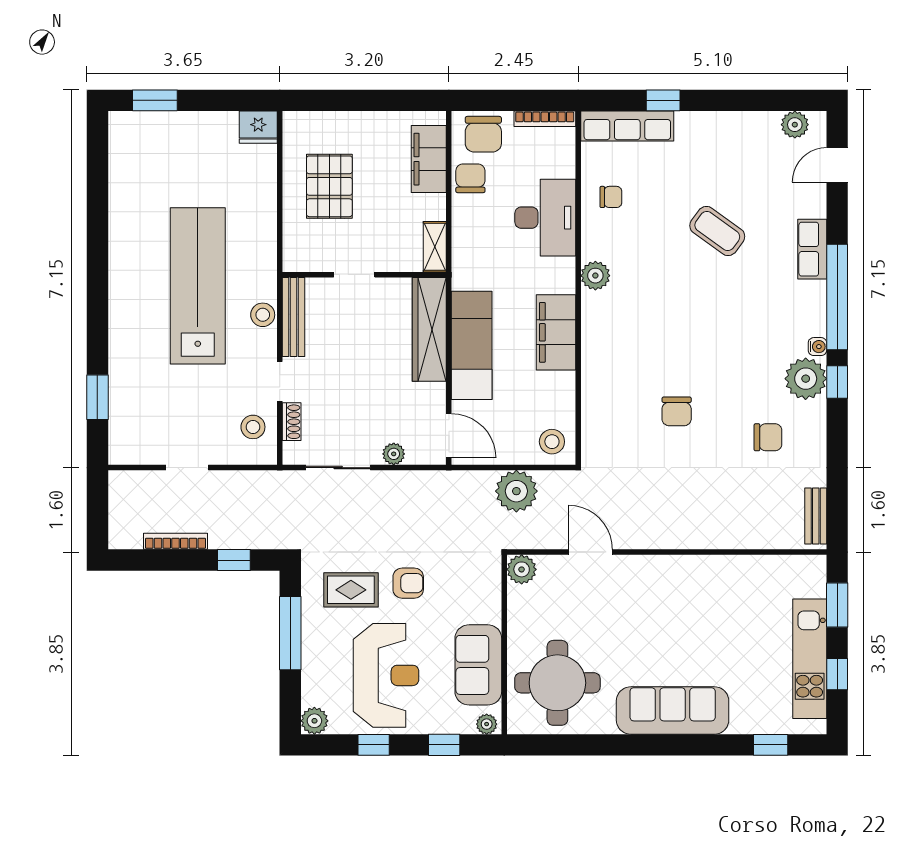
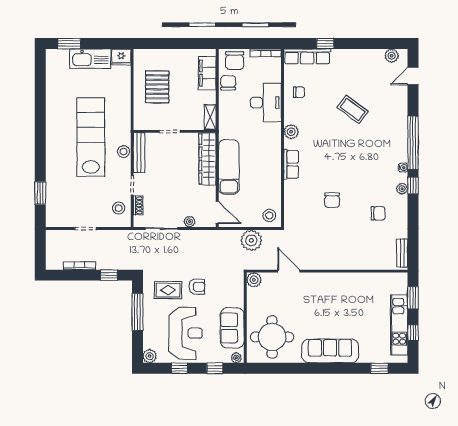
kitchen sink: (197, 130) -> (90, 59), added
row of seats: (812, 249) -> (291, 164), moved, turned 180
filing cabinet: (556, 332) -> (271, 160), removed
plant: (806, 379) -> (402, 189), width x0.53, depth x0.53

